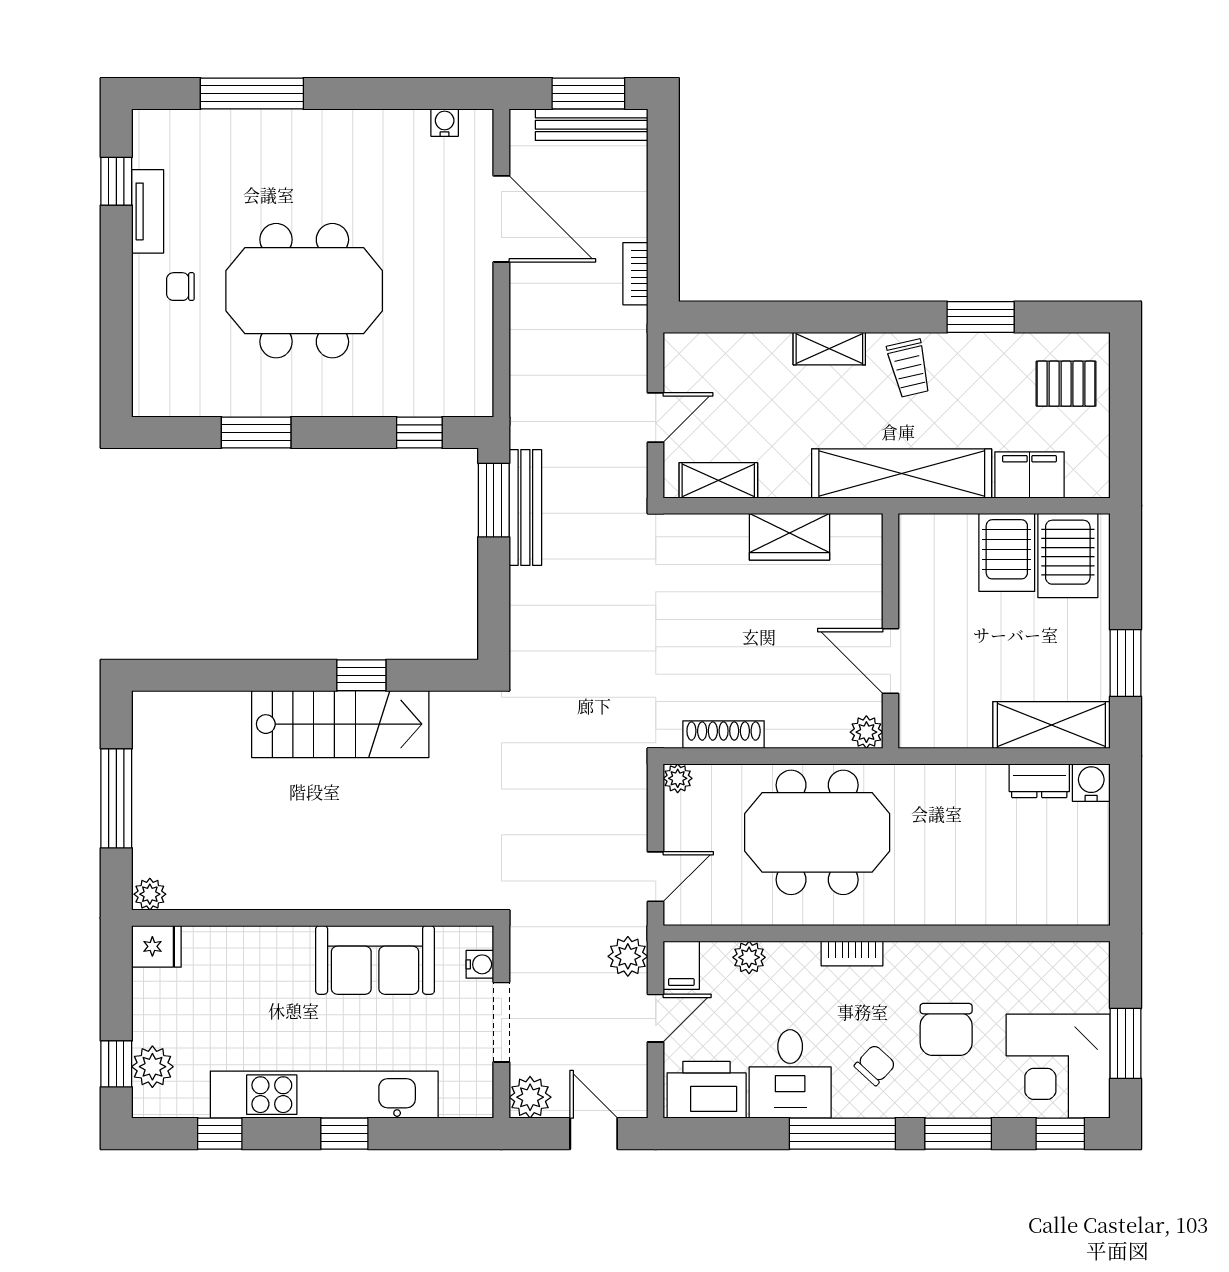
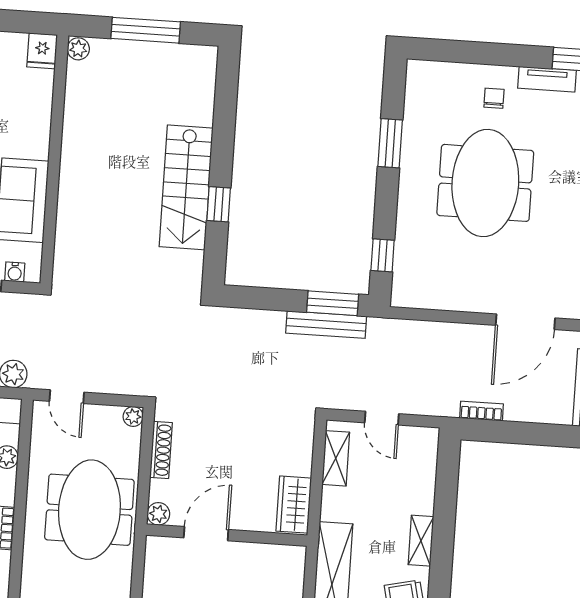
wall: (890, 631) -> (227, 535), moved
door: (890, 661) -> (206, 534), moved
plant: (866, 732) -> (158, 514), moved

